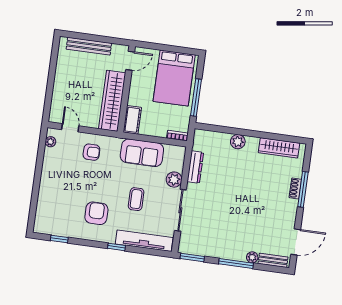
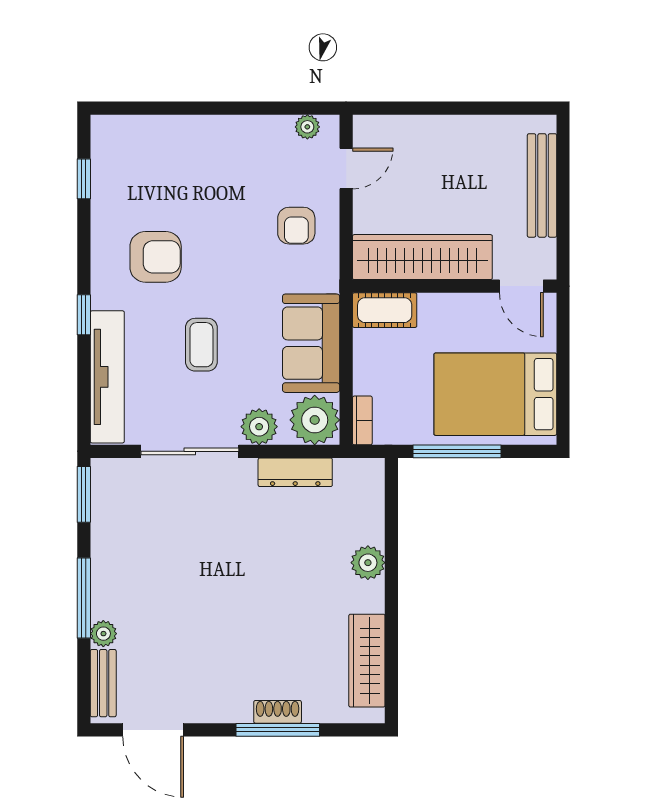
plant: (174, 156) -> (315, 420), added
coffee table: (136, 199) -> (201, 345), turned 90

